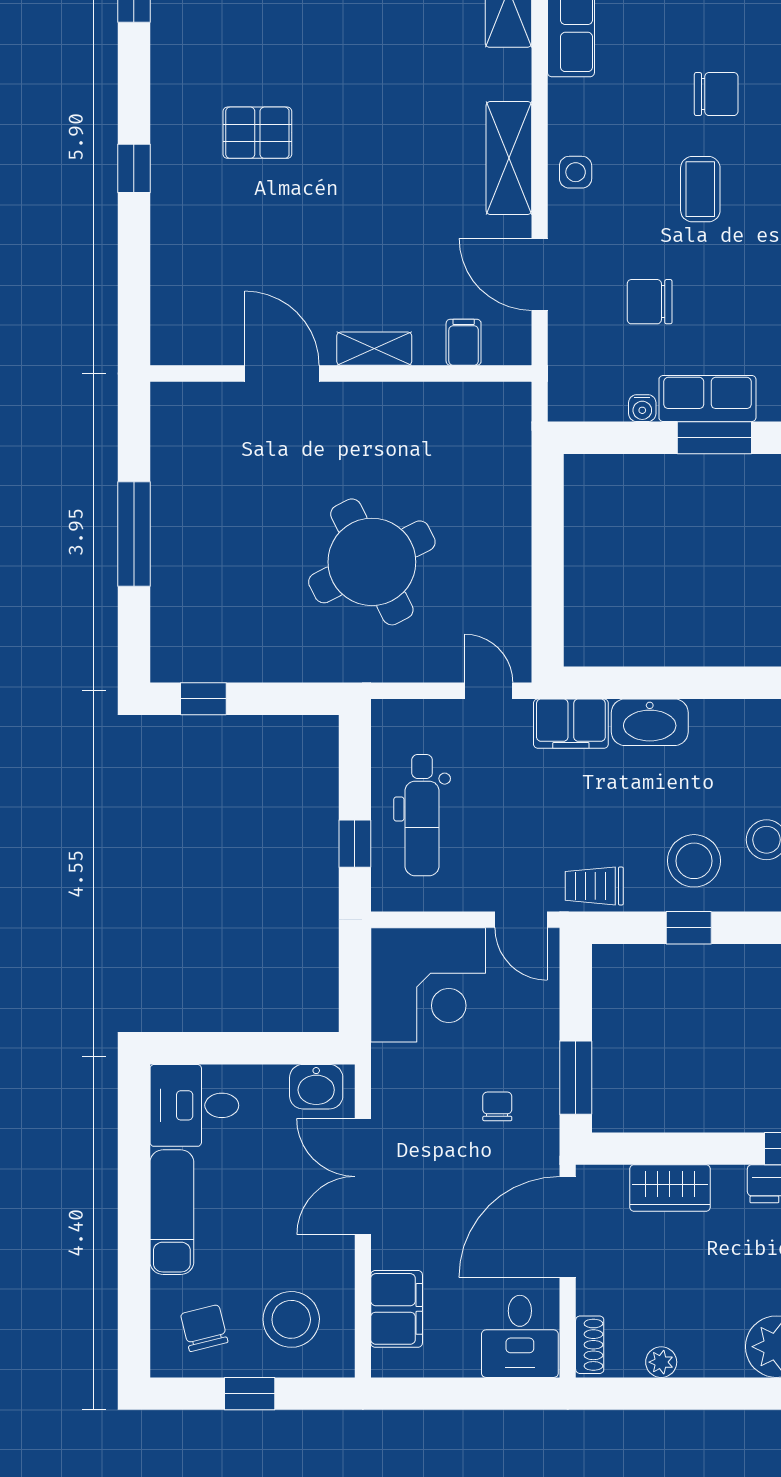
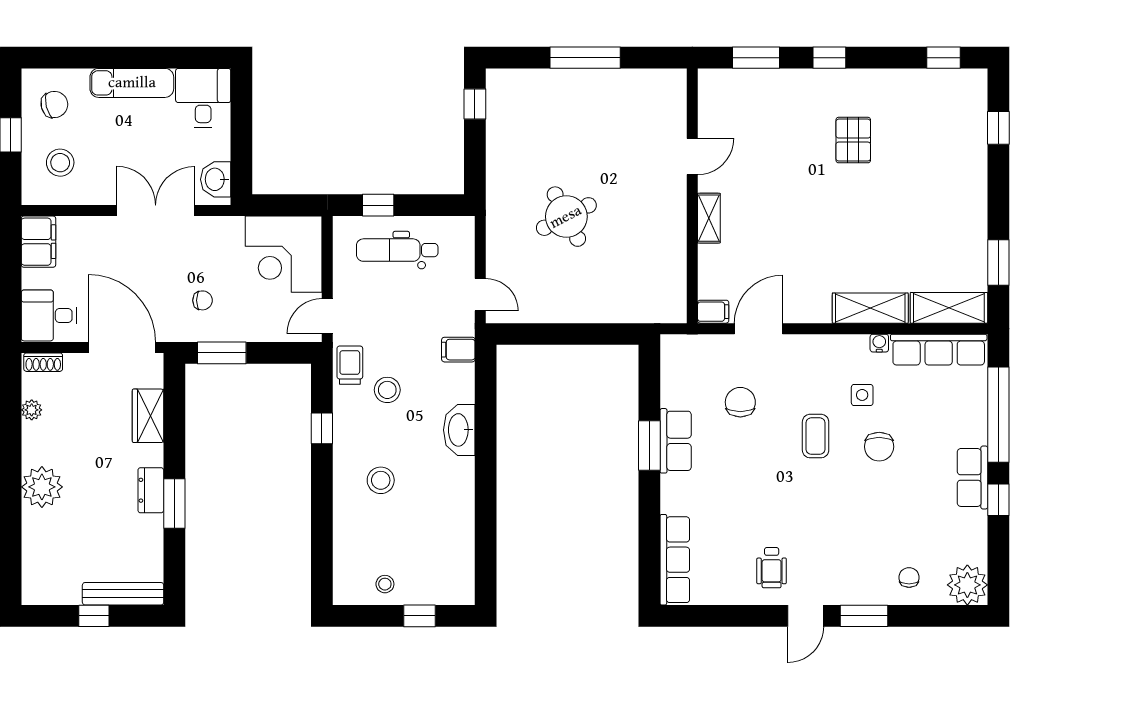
shelving: (509, 158) -> (870, 308), moved
side table: (576, 172) -> (862, 395), moved
coffee table: (700, 189) -> (816, 436), turned 90
window: (134, 278) -> (756, 58), added
filing cabinet: (464, 342) -> (713, 312), moved
door: (282, 373) -> (692, 157), width x0.73
water cooler: (642, 408) -> (879, 343), moved, turned 90
round table: (372, 562) -> (566, 217), width x0.73, depth x0.73
door: (489, 691) -> (480, 295), hinge flipped
washbasin: (650, 722) -> (459, 430), moved
filing cabinet: (571, 724) -> (458, 350), width x0.50
stool: (694, 861) -> (387, 390), moved, width x0.73, depth x0.73
filing cabinet: (397, 1309) -> (38, 242), moved, turned -90
stool: (291, 1319) -> (60, 163), width x0.73, depth x0.73

